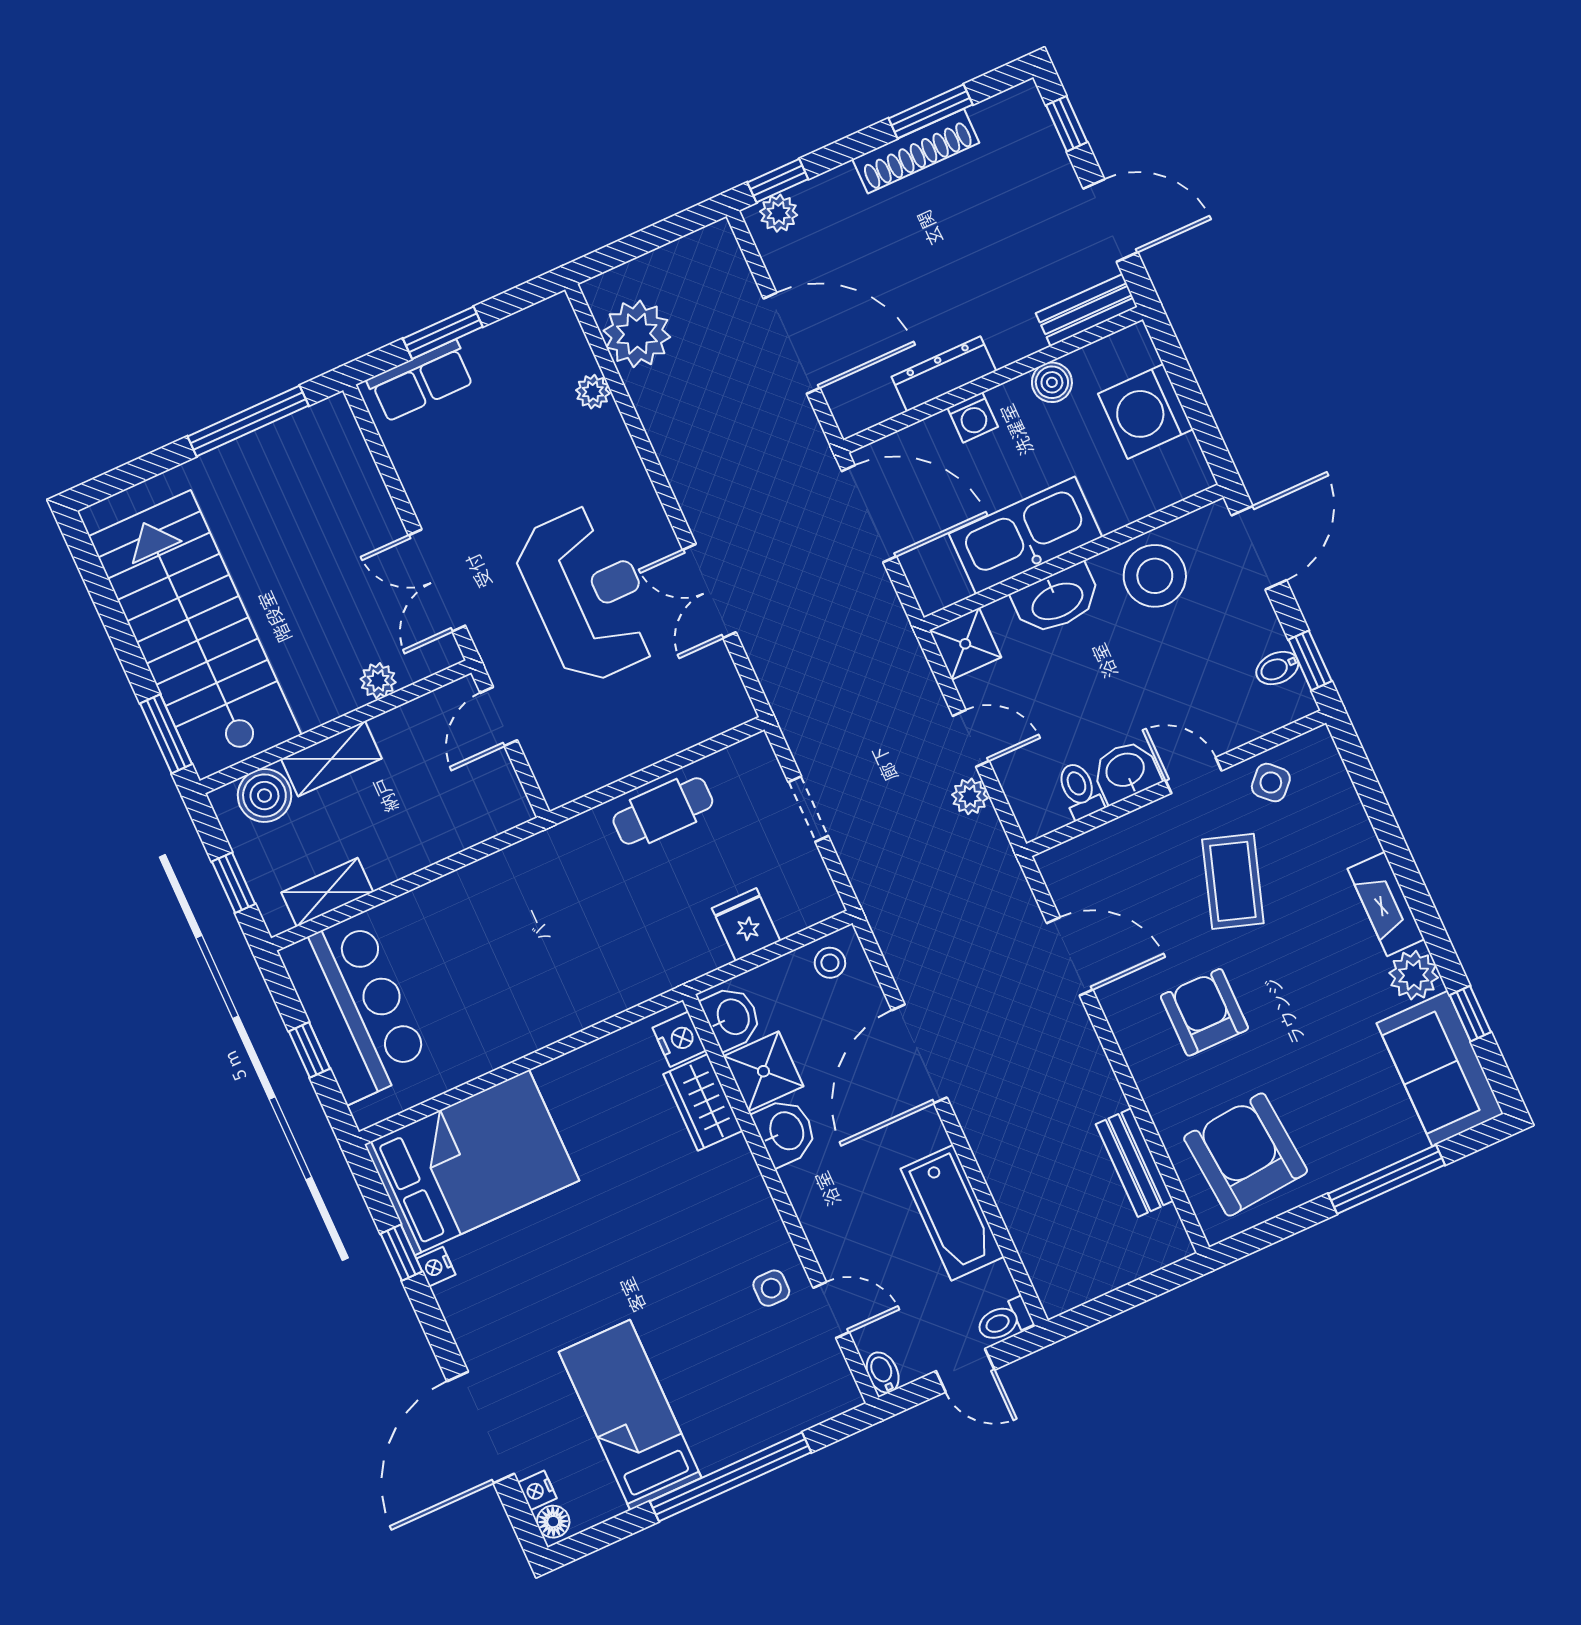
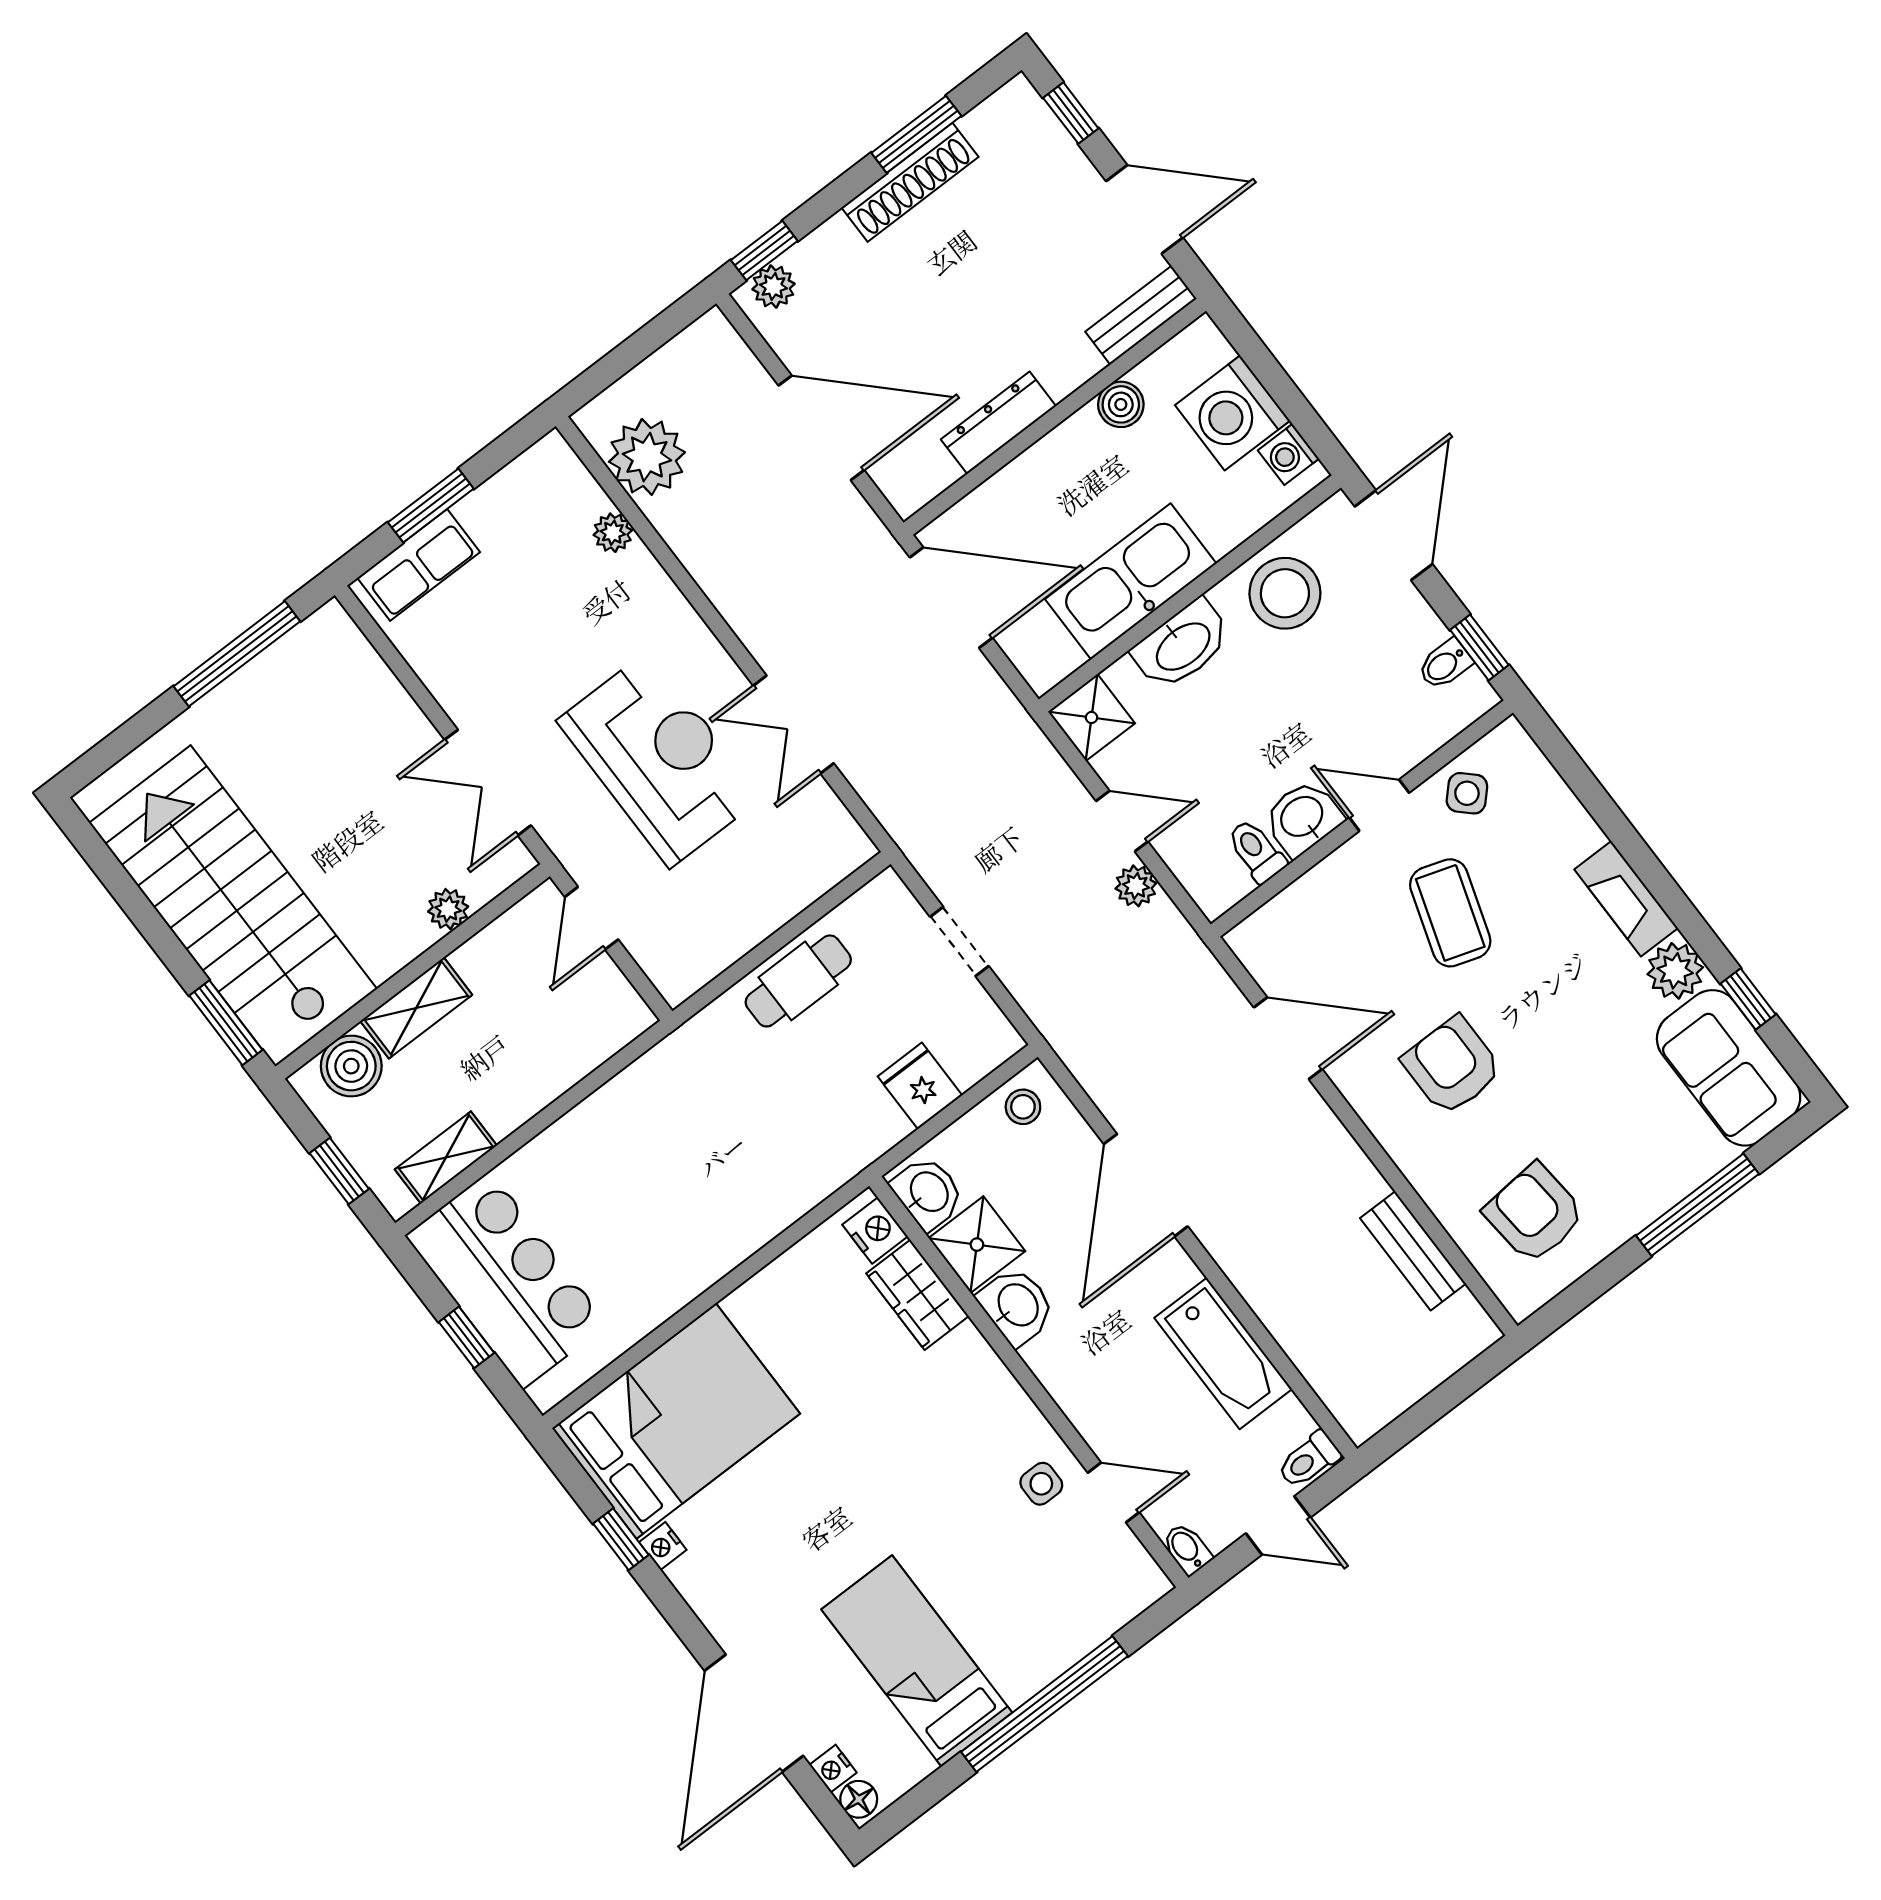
washing machine: (973, 417) -> (1288, 454), moved, turned 90
armchair: (1246, 1154) -> (1534, 1213), width x0.73, depth x0.73

